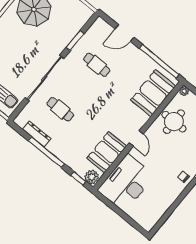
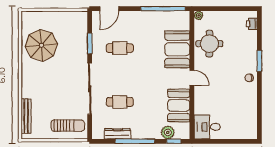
door: (125, 33) -> (109, 9), moved
booth: (153, 93) -> (177, 49), moved
plant: (92, 177) -> (168, 132), moved
desk: (126, 183) -> (207, 127), width x0.53, depth x0.77

